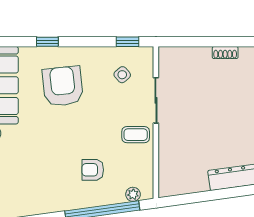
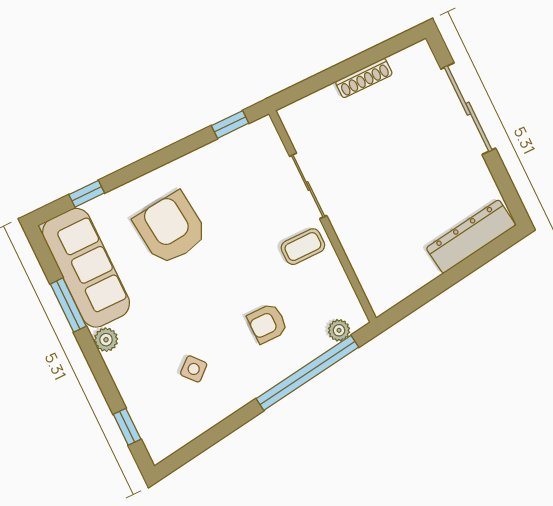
window: (47, 42) -> (87, 194), moved
shoe rack: (225, 53) -> (364, 78), width x1.43
side table: (122, 75) -> (194, 369), moved

